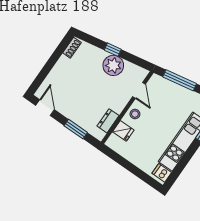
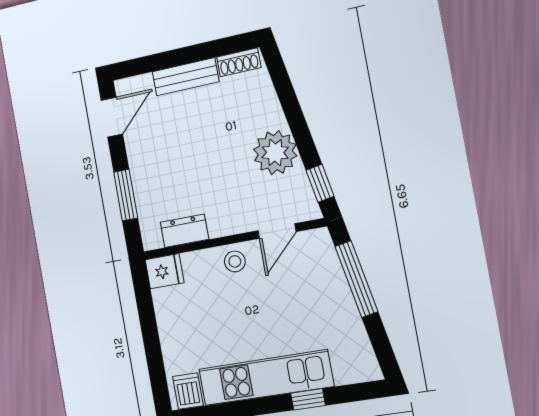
window: (113, 50) -> (320, 183), moved
bench: (58, 70) -> (185, 77), added
fridge: (123, 131) -> (164, 271), moved, turned -90

